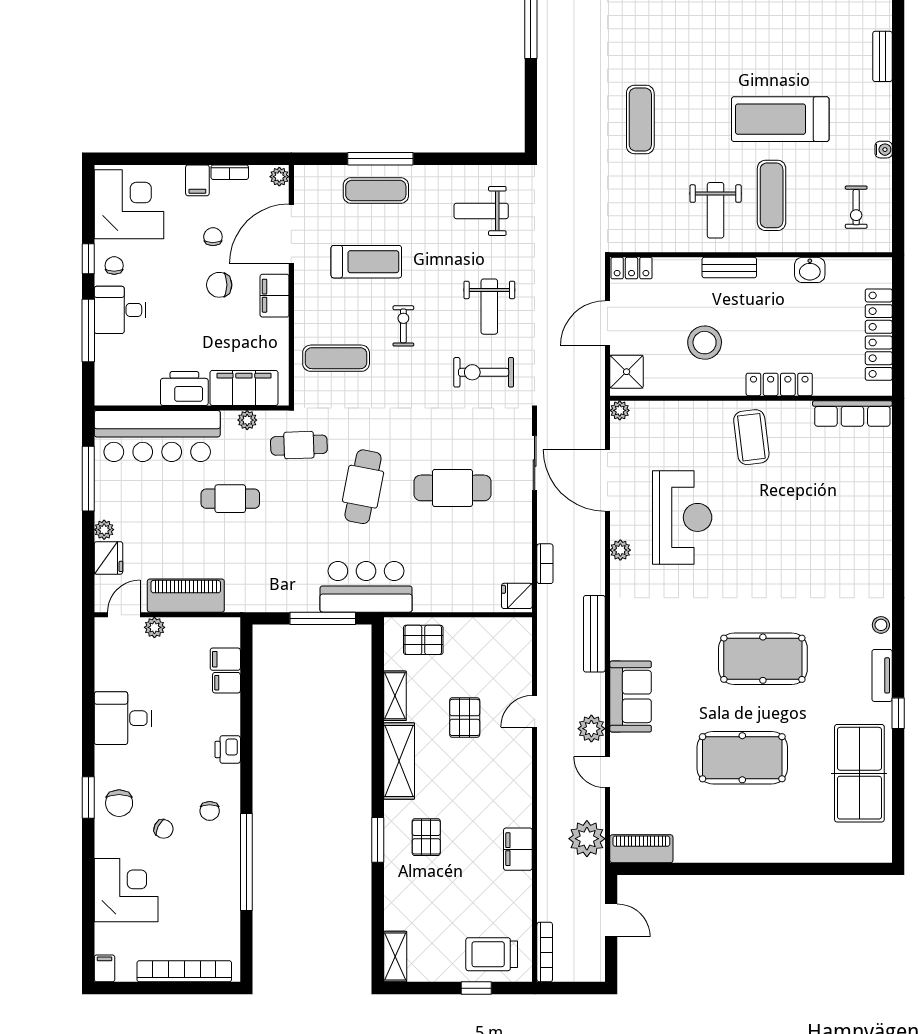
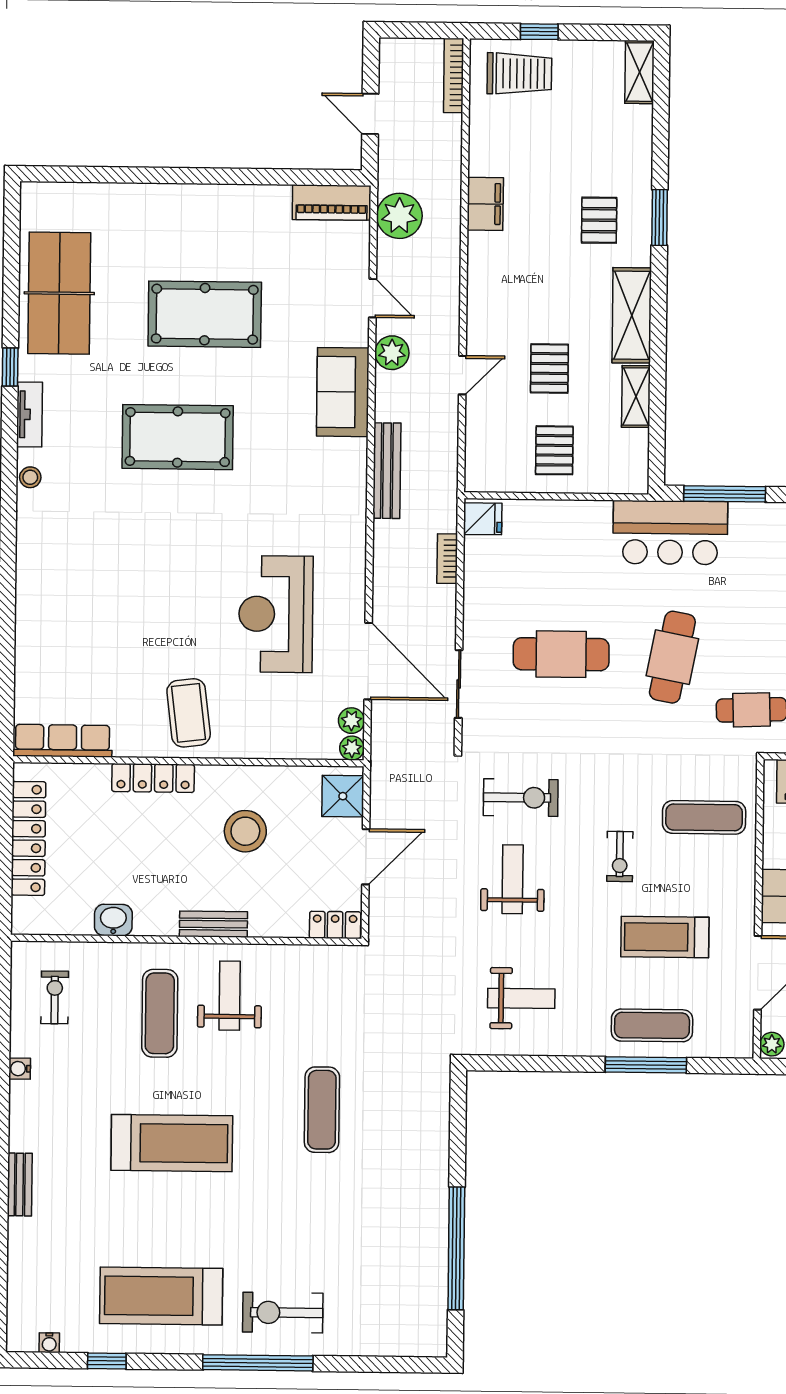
treadmill: (780, 119) -> (172, 1143), moved
plant: (620, 550) -> (351, 721), moved
pallet: (423, 640) -> (554, 450), moved, turned 90

